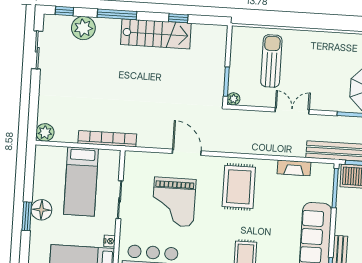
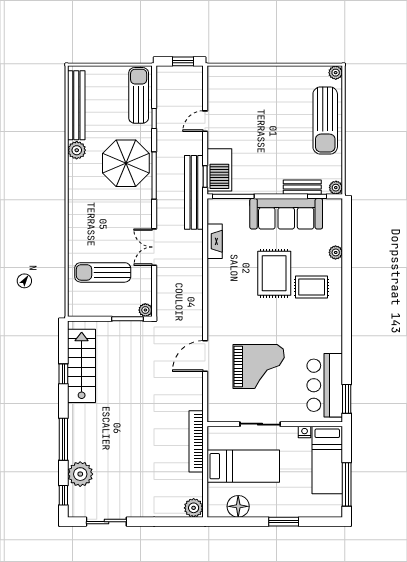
stairs: (156, 34) -> (82, 366), moved
rug: (239, 187) -> (274, 273), moved, turned 90
floor lamp: (41, 210) -> (238, 506), moved

